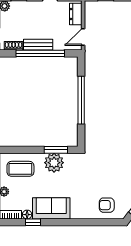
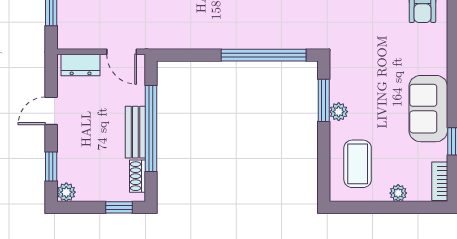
window: (81, 100) -> (264, 55), moved
plant: (54, 163) -> (339, 112), width x0.53, depth x0.53
floor lamp: (27, 215) -> (439, 152), removed

